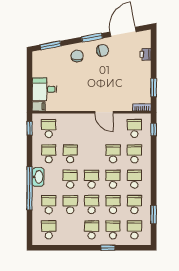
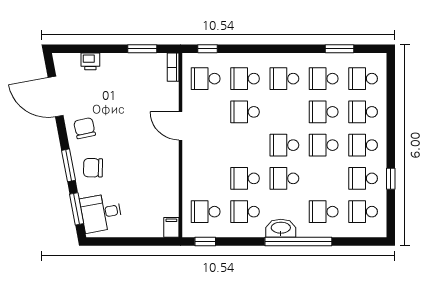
window: (92, 38) -> (68, 165), moved
desk: (45, 89) -> (101, 213), moved, turned 79
door: (104, 112) -> (180, 126), swing flipped
school desk: (113, 179) -> (284, 112), removed
school desk: (70, 205) -> (363, 178), moved
window: (108, 248) -> (391, 179), moved

